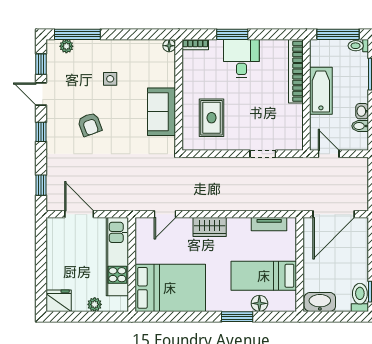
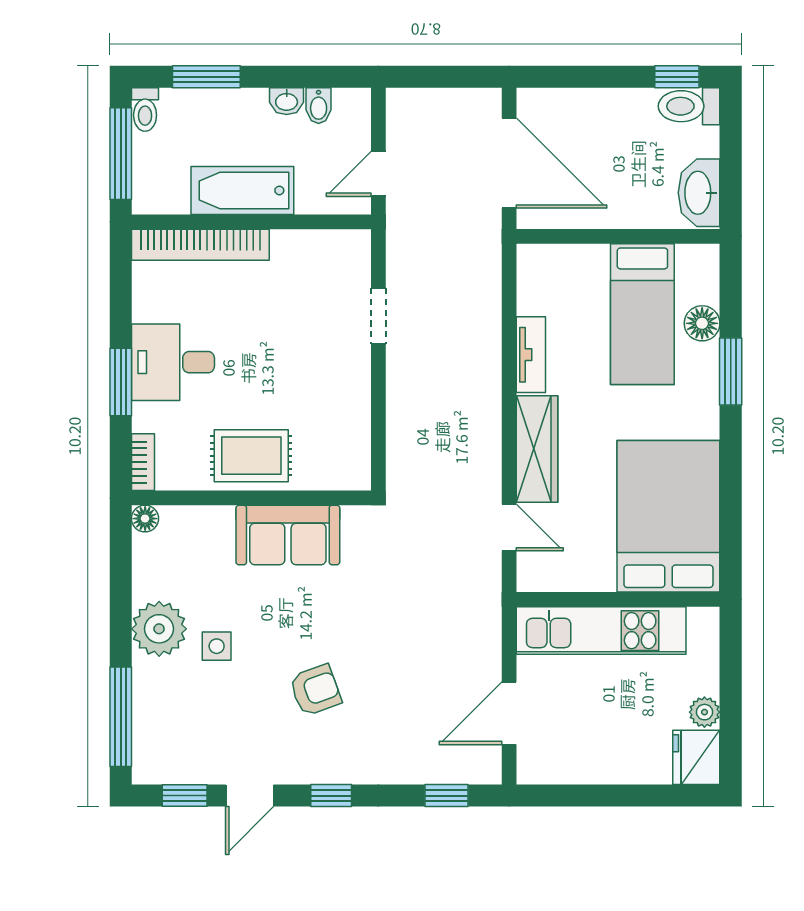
plant: (66, 46) -> (159, 629), moved, width x1.87, depth x1.87
rug: (212, 118) -> (251, 456), moved
tv unit: (269, 224) -> (531, 355), moved
wardrobe: (210, 227) -> (537, 449), width x1.50
plant: (95, 304) -> (704, 712), moved

